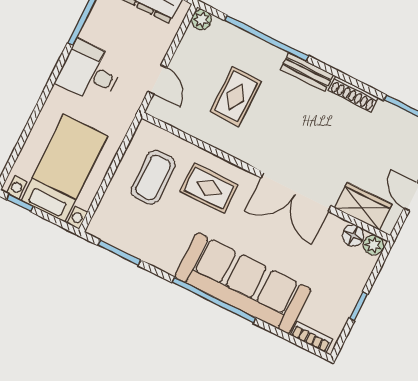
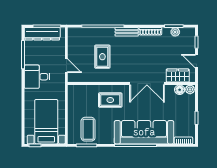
plant: (201, 20) -> (175, 32), moved
coffee table: (153, 177) -> (88, 129), moved

